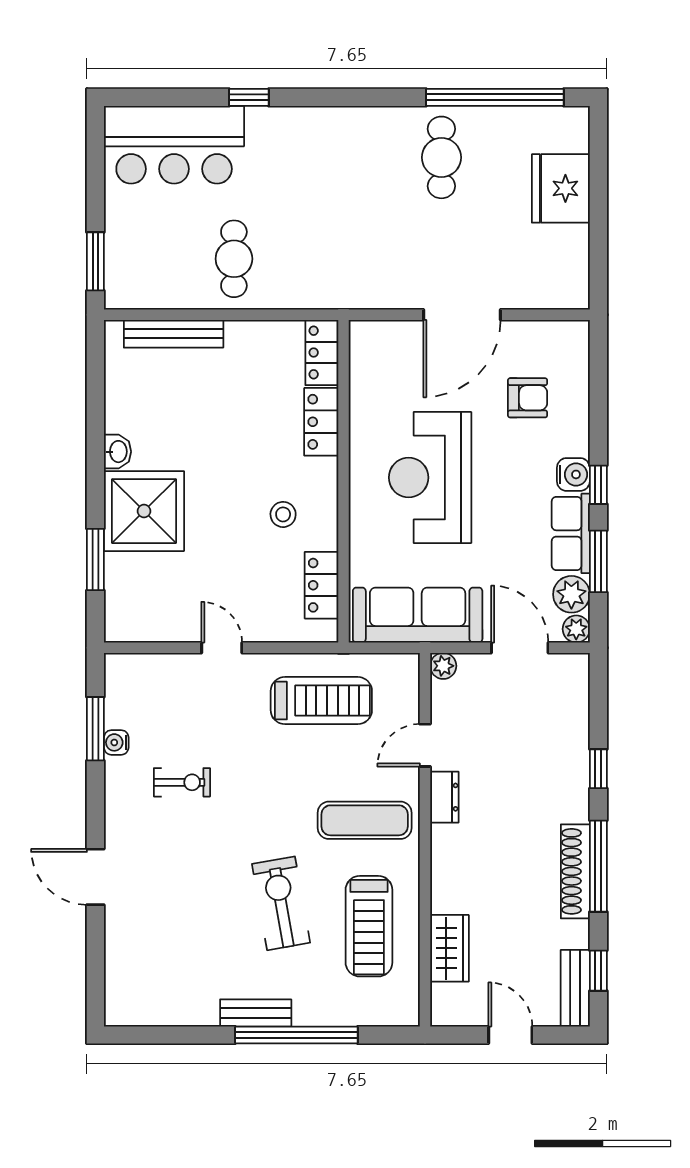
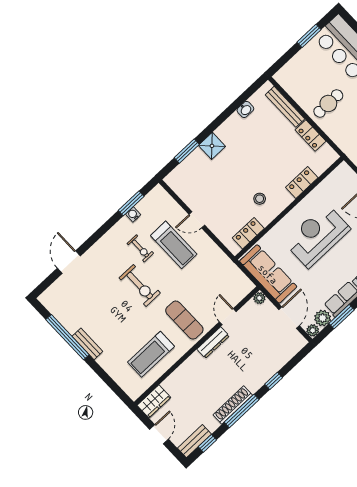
window: (95, 261) -> (309, 36), moved
locker: (322, 352) -> (311, 136), moved, turned -90
washbasin: (118, 452) -> (245, 109), moved
shower: (144, 511) -> (212, 146), width x0.54, depth x0.54
door: (222, 648) -> (197, 220), swing flipped
treadmill: (321, 701) -> (174, 245), moved
door: (425, 745) -> (228, 317), hinge flipped
dresser: (444, 797) -> (213, 343), width x1.44
door: (95, 877) -> (69, 262), moved
exercise bike: (281, 903) -> (140, 285), moved, turned 100
wardrobe: (449, 948) -> (154, 401), moved
window: (296, 1035) -> (67, 337), moved

